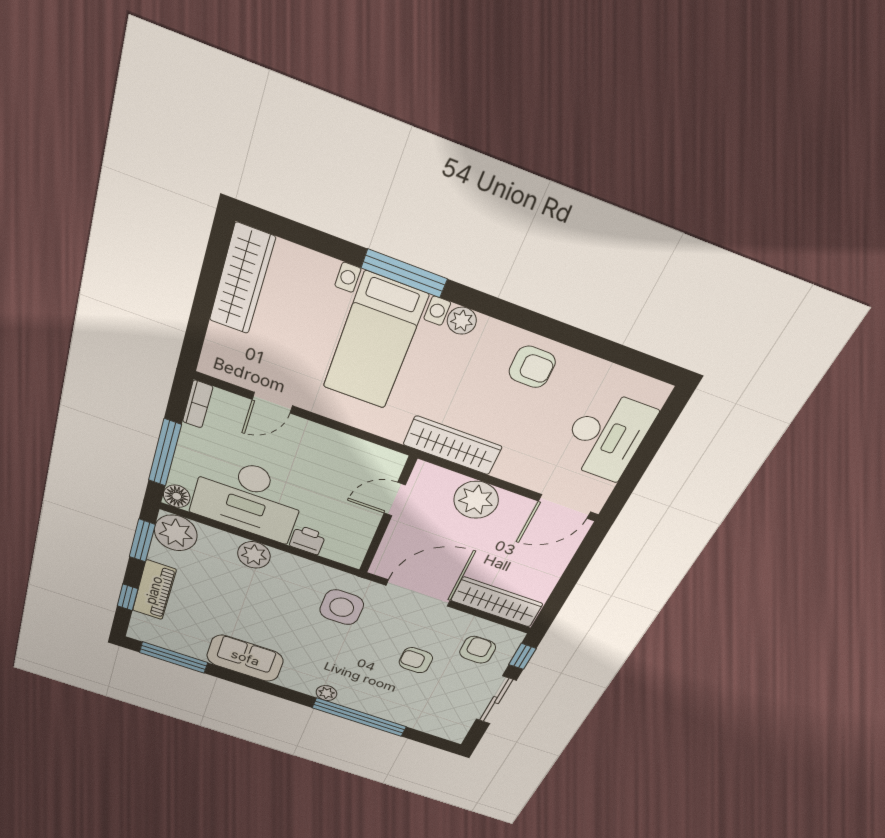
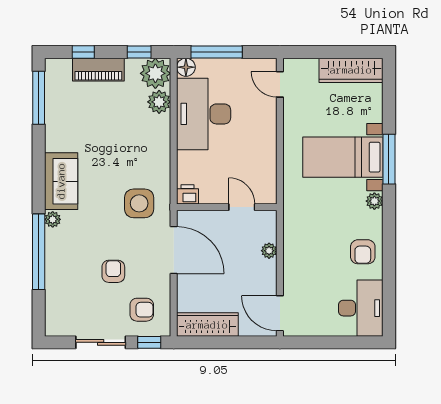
door: (272, 403) -> (280, 84), moved
bookcase: (198, 404) -> (261, 65), removed
desk: (606, 436) -> (361, 308), moved, turned -90
wardrobe: (452, 445) -> (294, 228), removed
plant: (476, 500) -> (269, 251), width x0.53, depth x0.53
printer: (307, 540) -> (188, 194), moved, turned -90
window: (142, 541) -> (139, 52), width x0.67
plant: (254, 555) -> (159, 102), moved
wardrobe: (497, 602) -> (207, 325), moved, turned -90
sofa: (245, 658) -> (61, 181), moved

